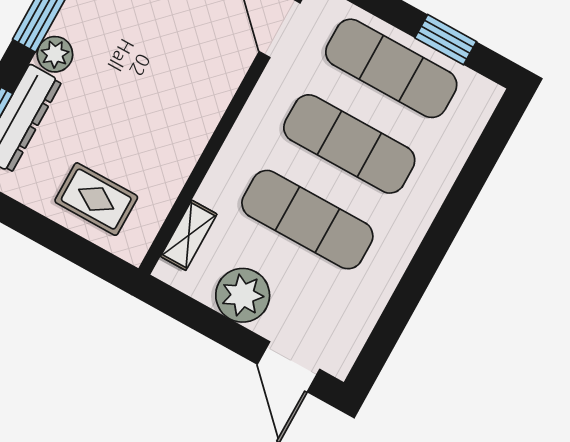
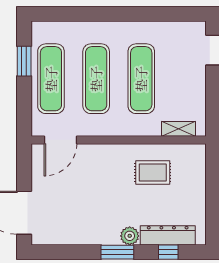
rug: (96, 199) -> (153, 172), moved, turned 90
plant: (243, 295) -> (192, 89), removed

